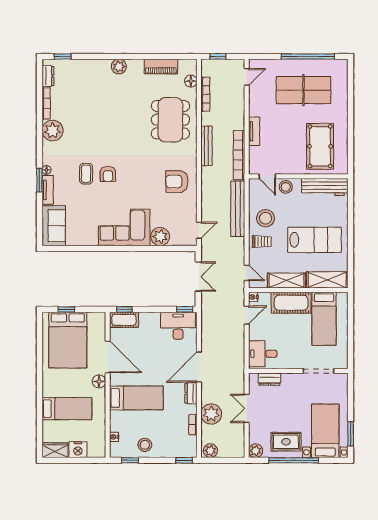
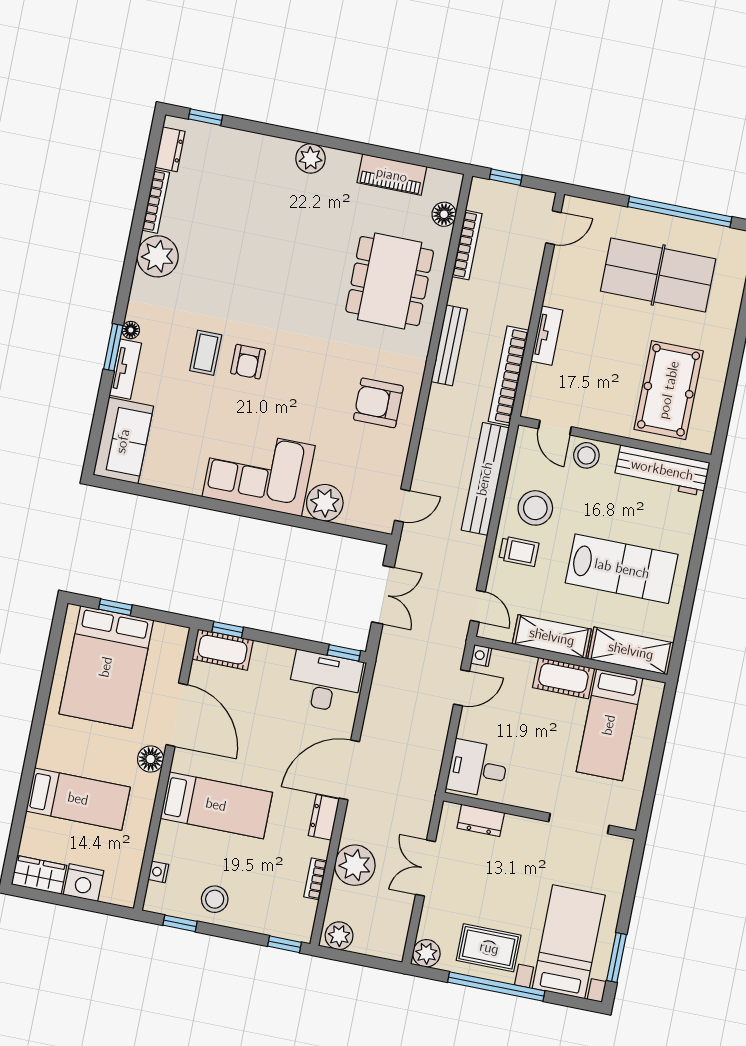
cot: (291, 303) -> (563, 678), width x0.73, depth x0.75

